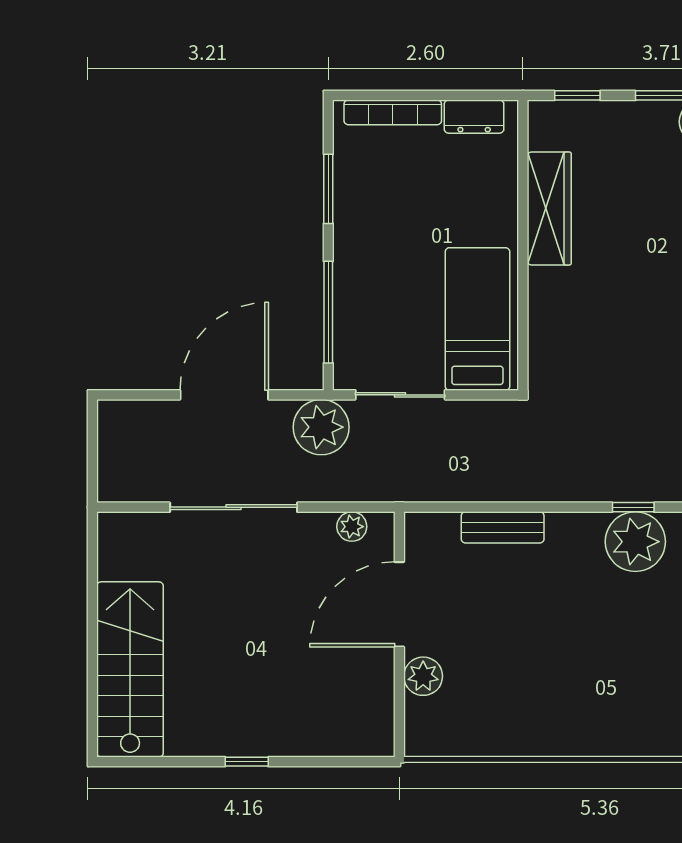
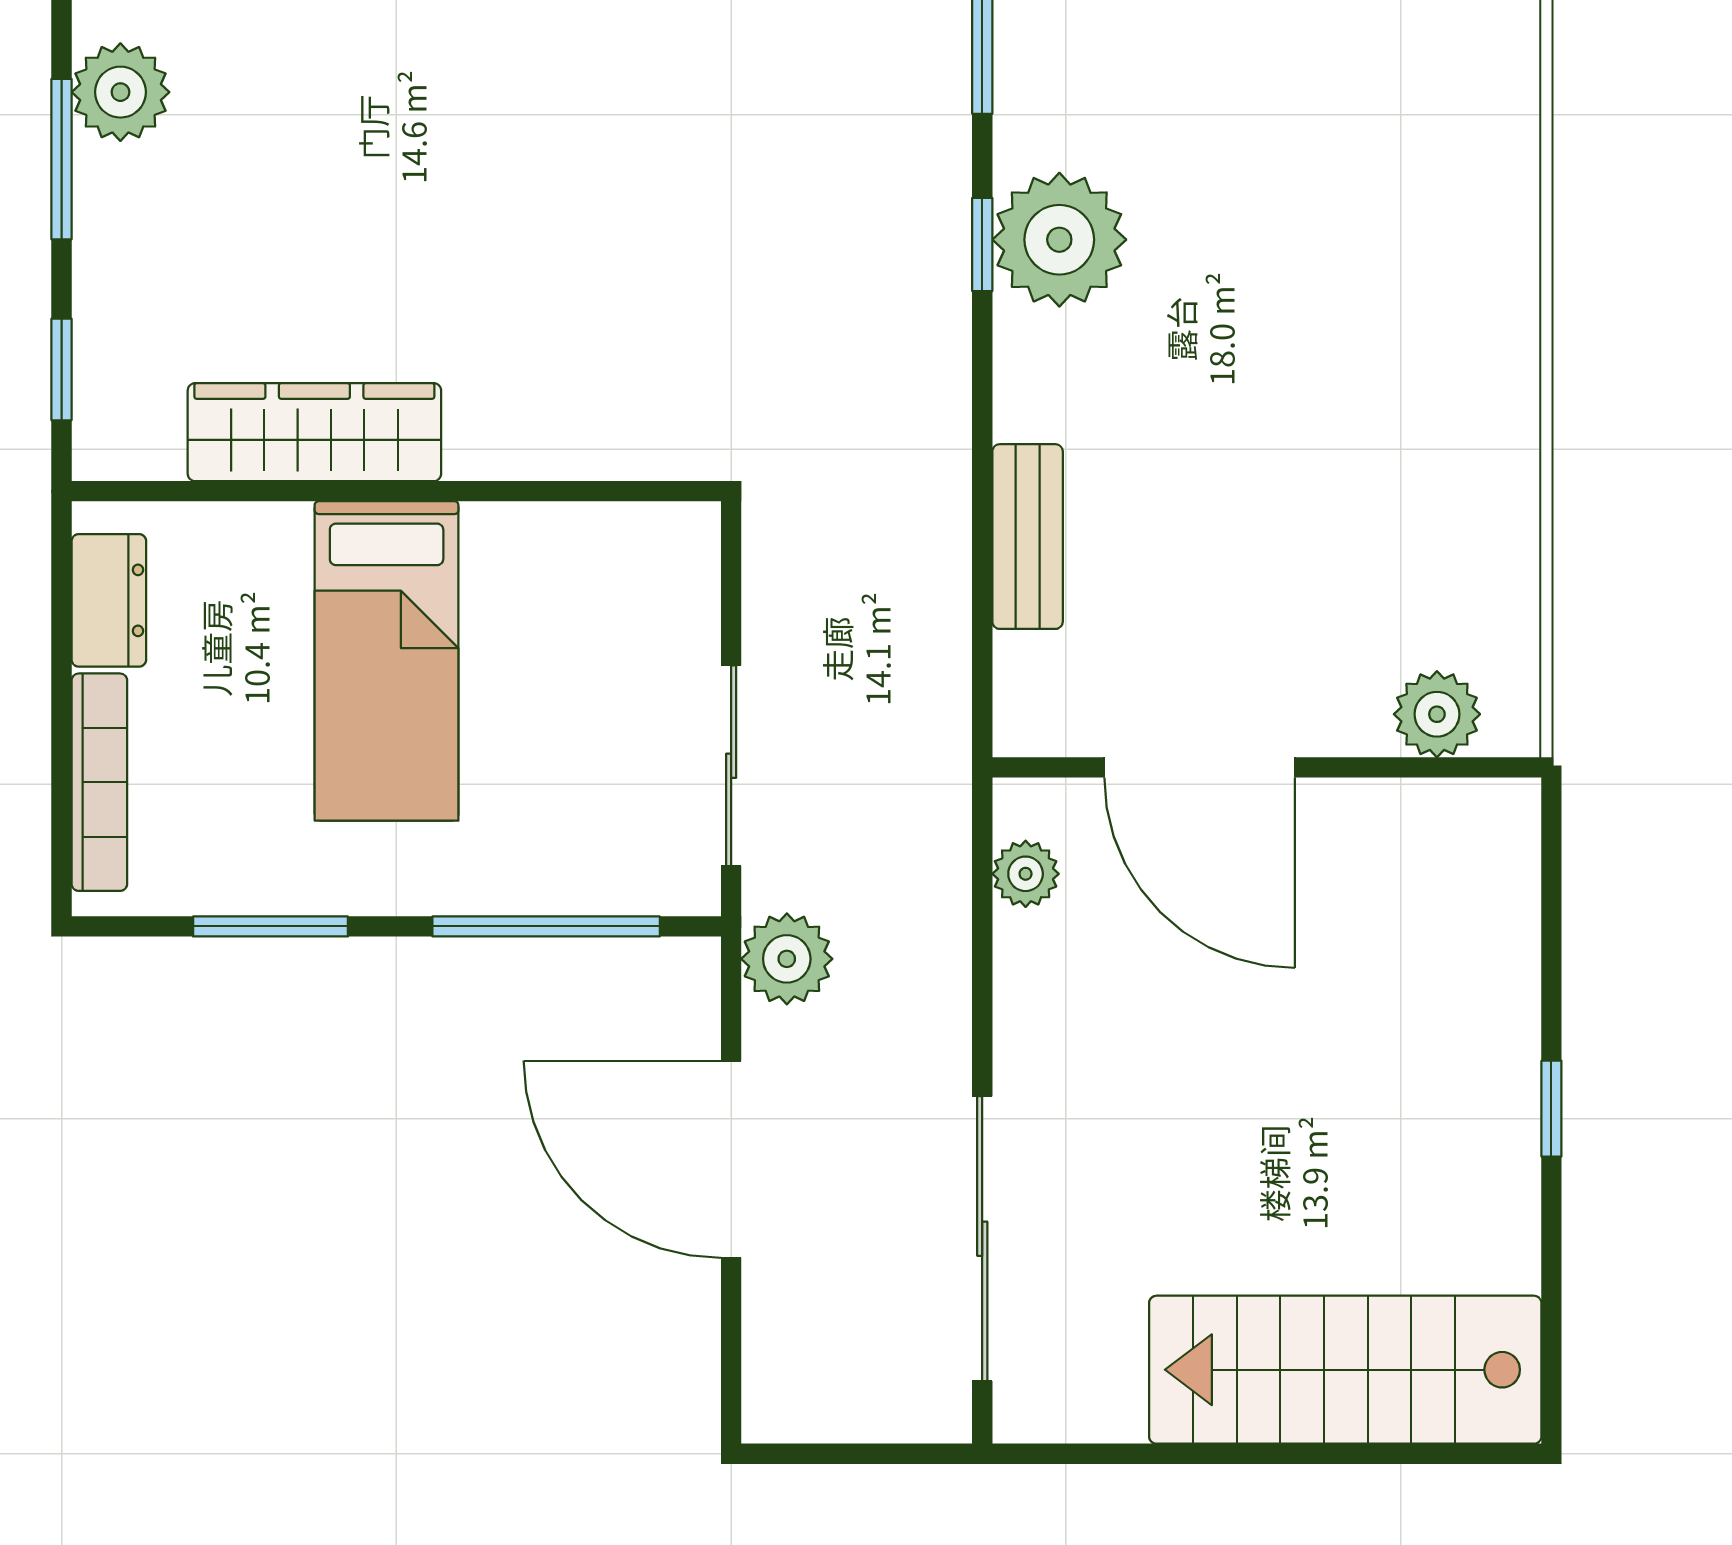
bed: (477, 319) -> (387, 661), moved, turned -90
plant: (321, 427) -> (787, 959), width x0.73, depth x0.73
sliding door: (234, 507) -> (982, 1239), moved
plant: (423, 676) -> (1437, 714), moved

